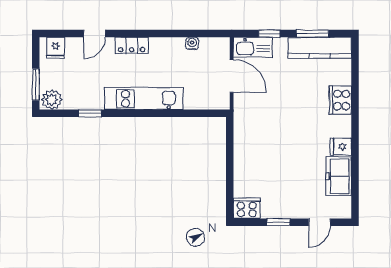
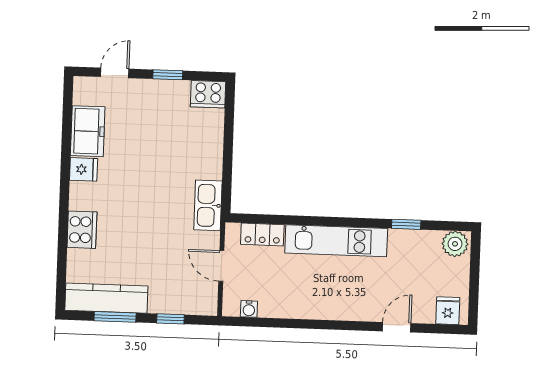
water cooler: (192, 44) -> (249, 309), moved
locker: (132, 45) -> (262, 234), moved, turned 180
kitchen sink: (253, 47) -> (208, 205), moved, turned -90
door: (232, 76) -> (221, 266), width x0.73
window: (36, 85) -> (475, 264), removed

